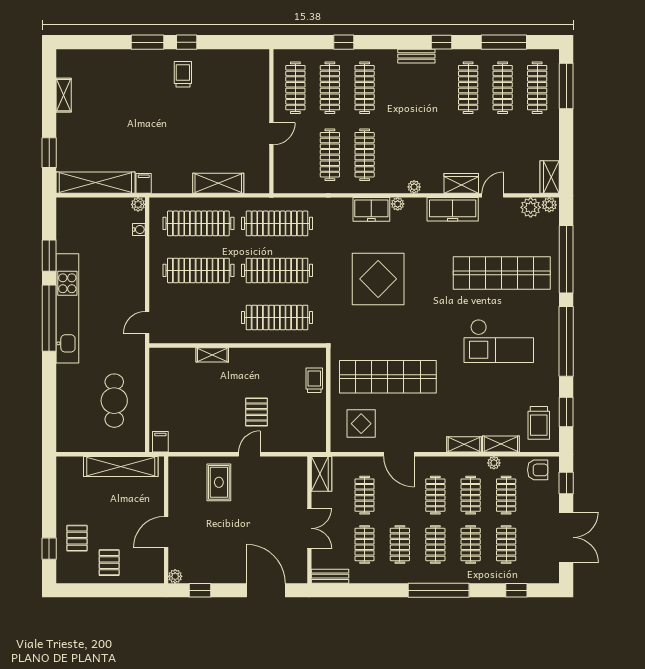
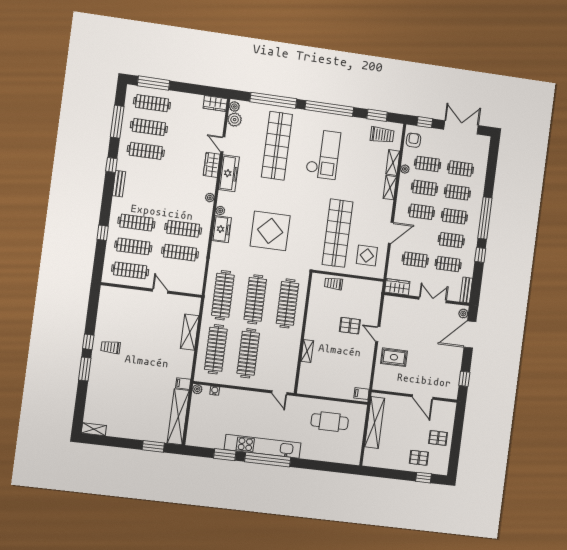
shelving: (64, 95) -> (94, 429), moved
plant: (175, 576) -> (463, 314), moved
window: (516, 590) -> (480, 255), moved

